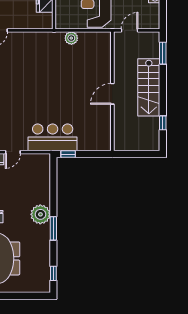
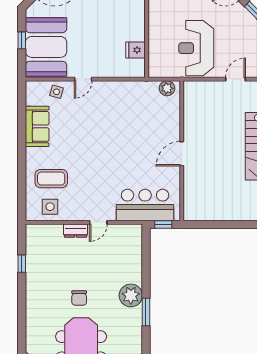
wall: (112, 91) -> (182, 151), moved
door: (112, 94) -> (182, 154), moved

